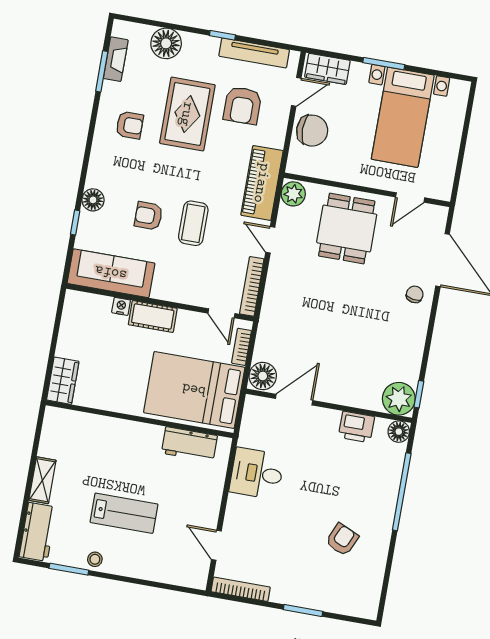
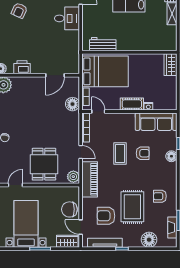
door: (296, 92) -> (81, 227), hinge flipped
armchair: (242, 105) -> (106, 216), turned -90
floor lamp: (263, 376) -> (72, 104), moved
desk: (257, 473) -> (67, 18), moved

